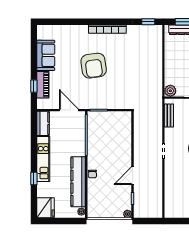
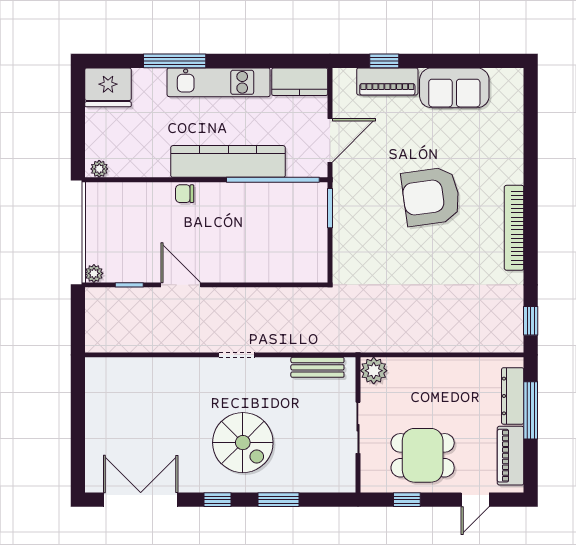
window: (34, 178) -> (175, 61), width x2.17
kitchen counter: (78, 182) -> (228, 161), moved

